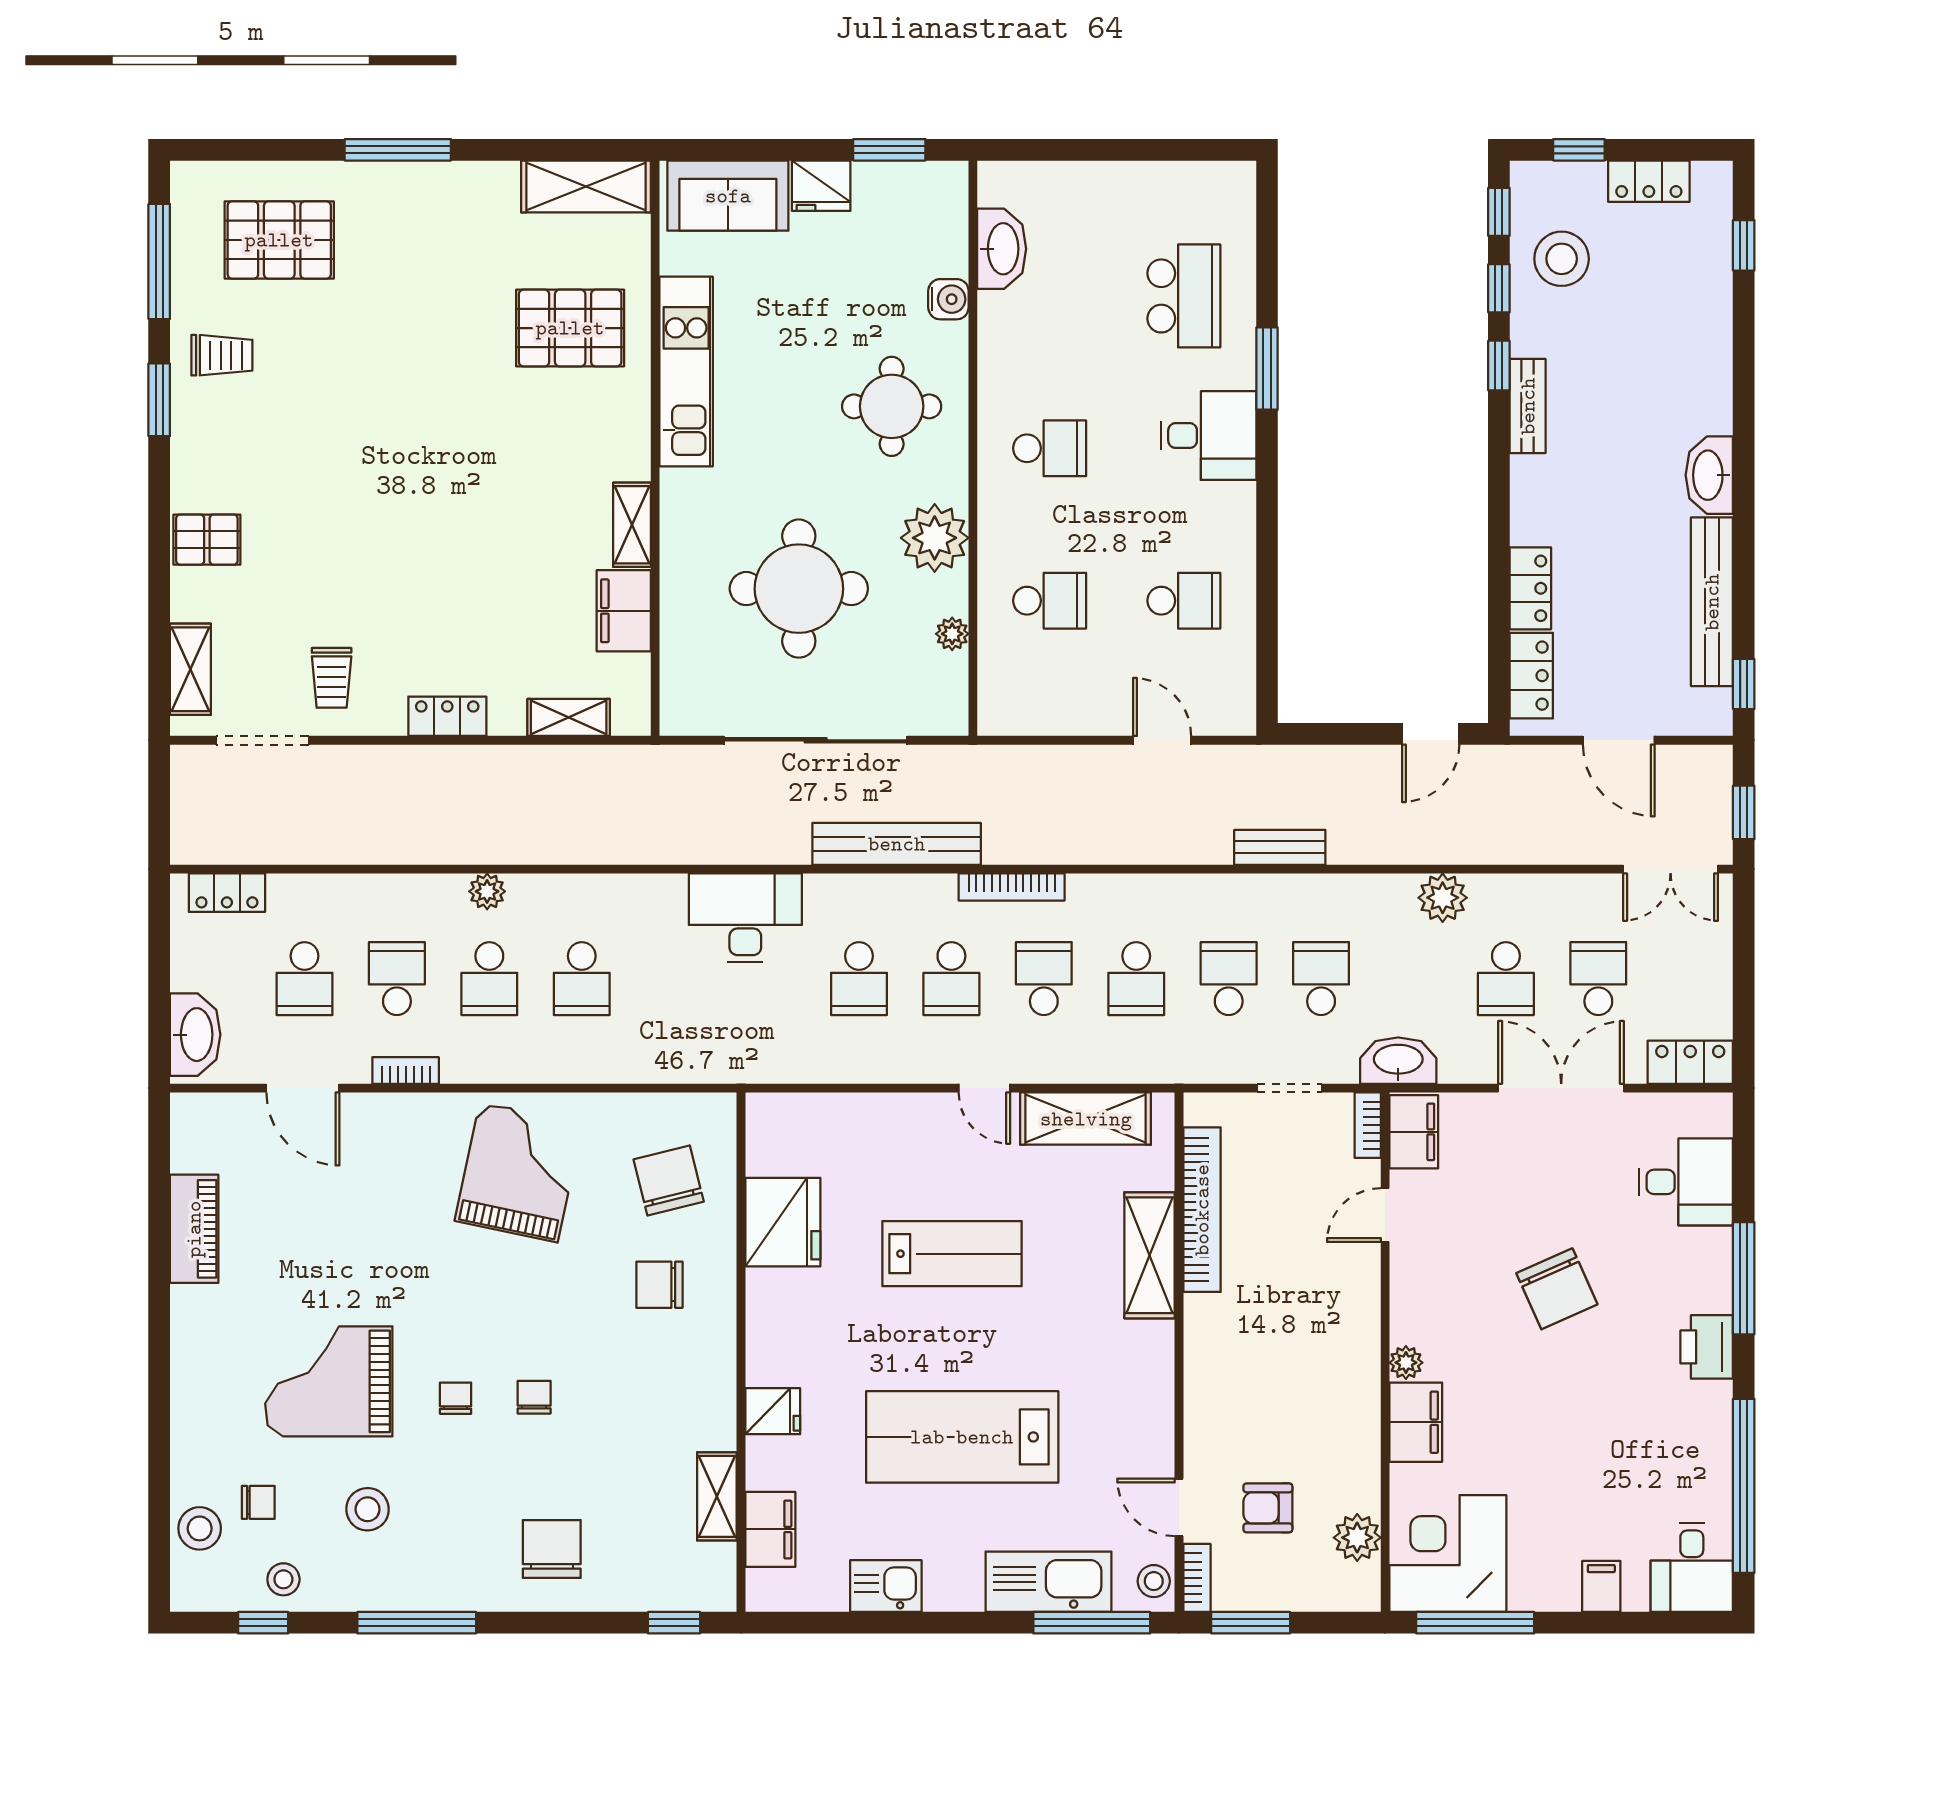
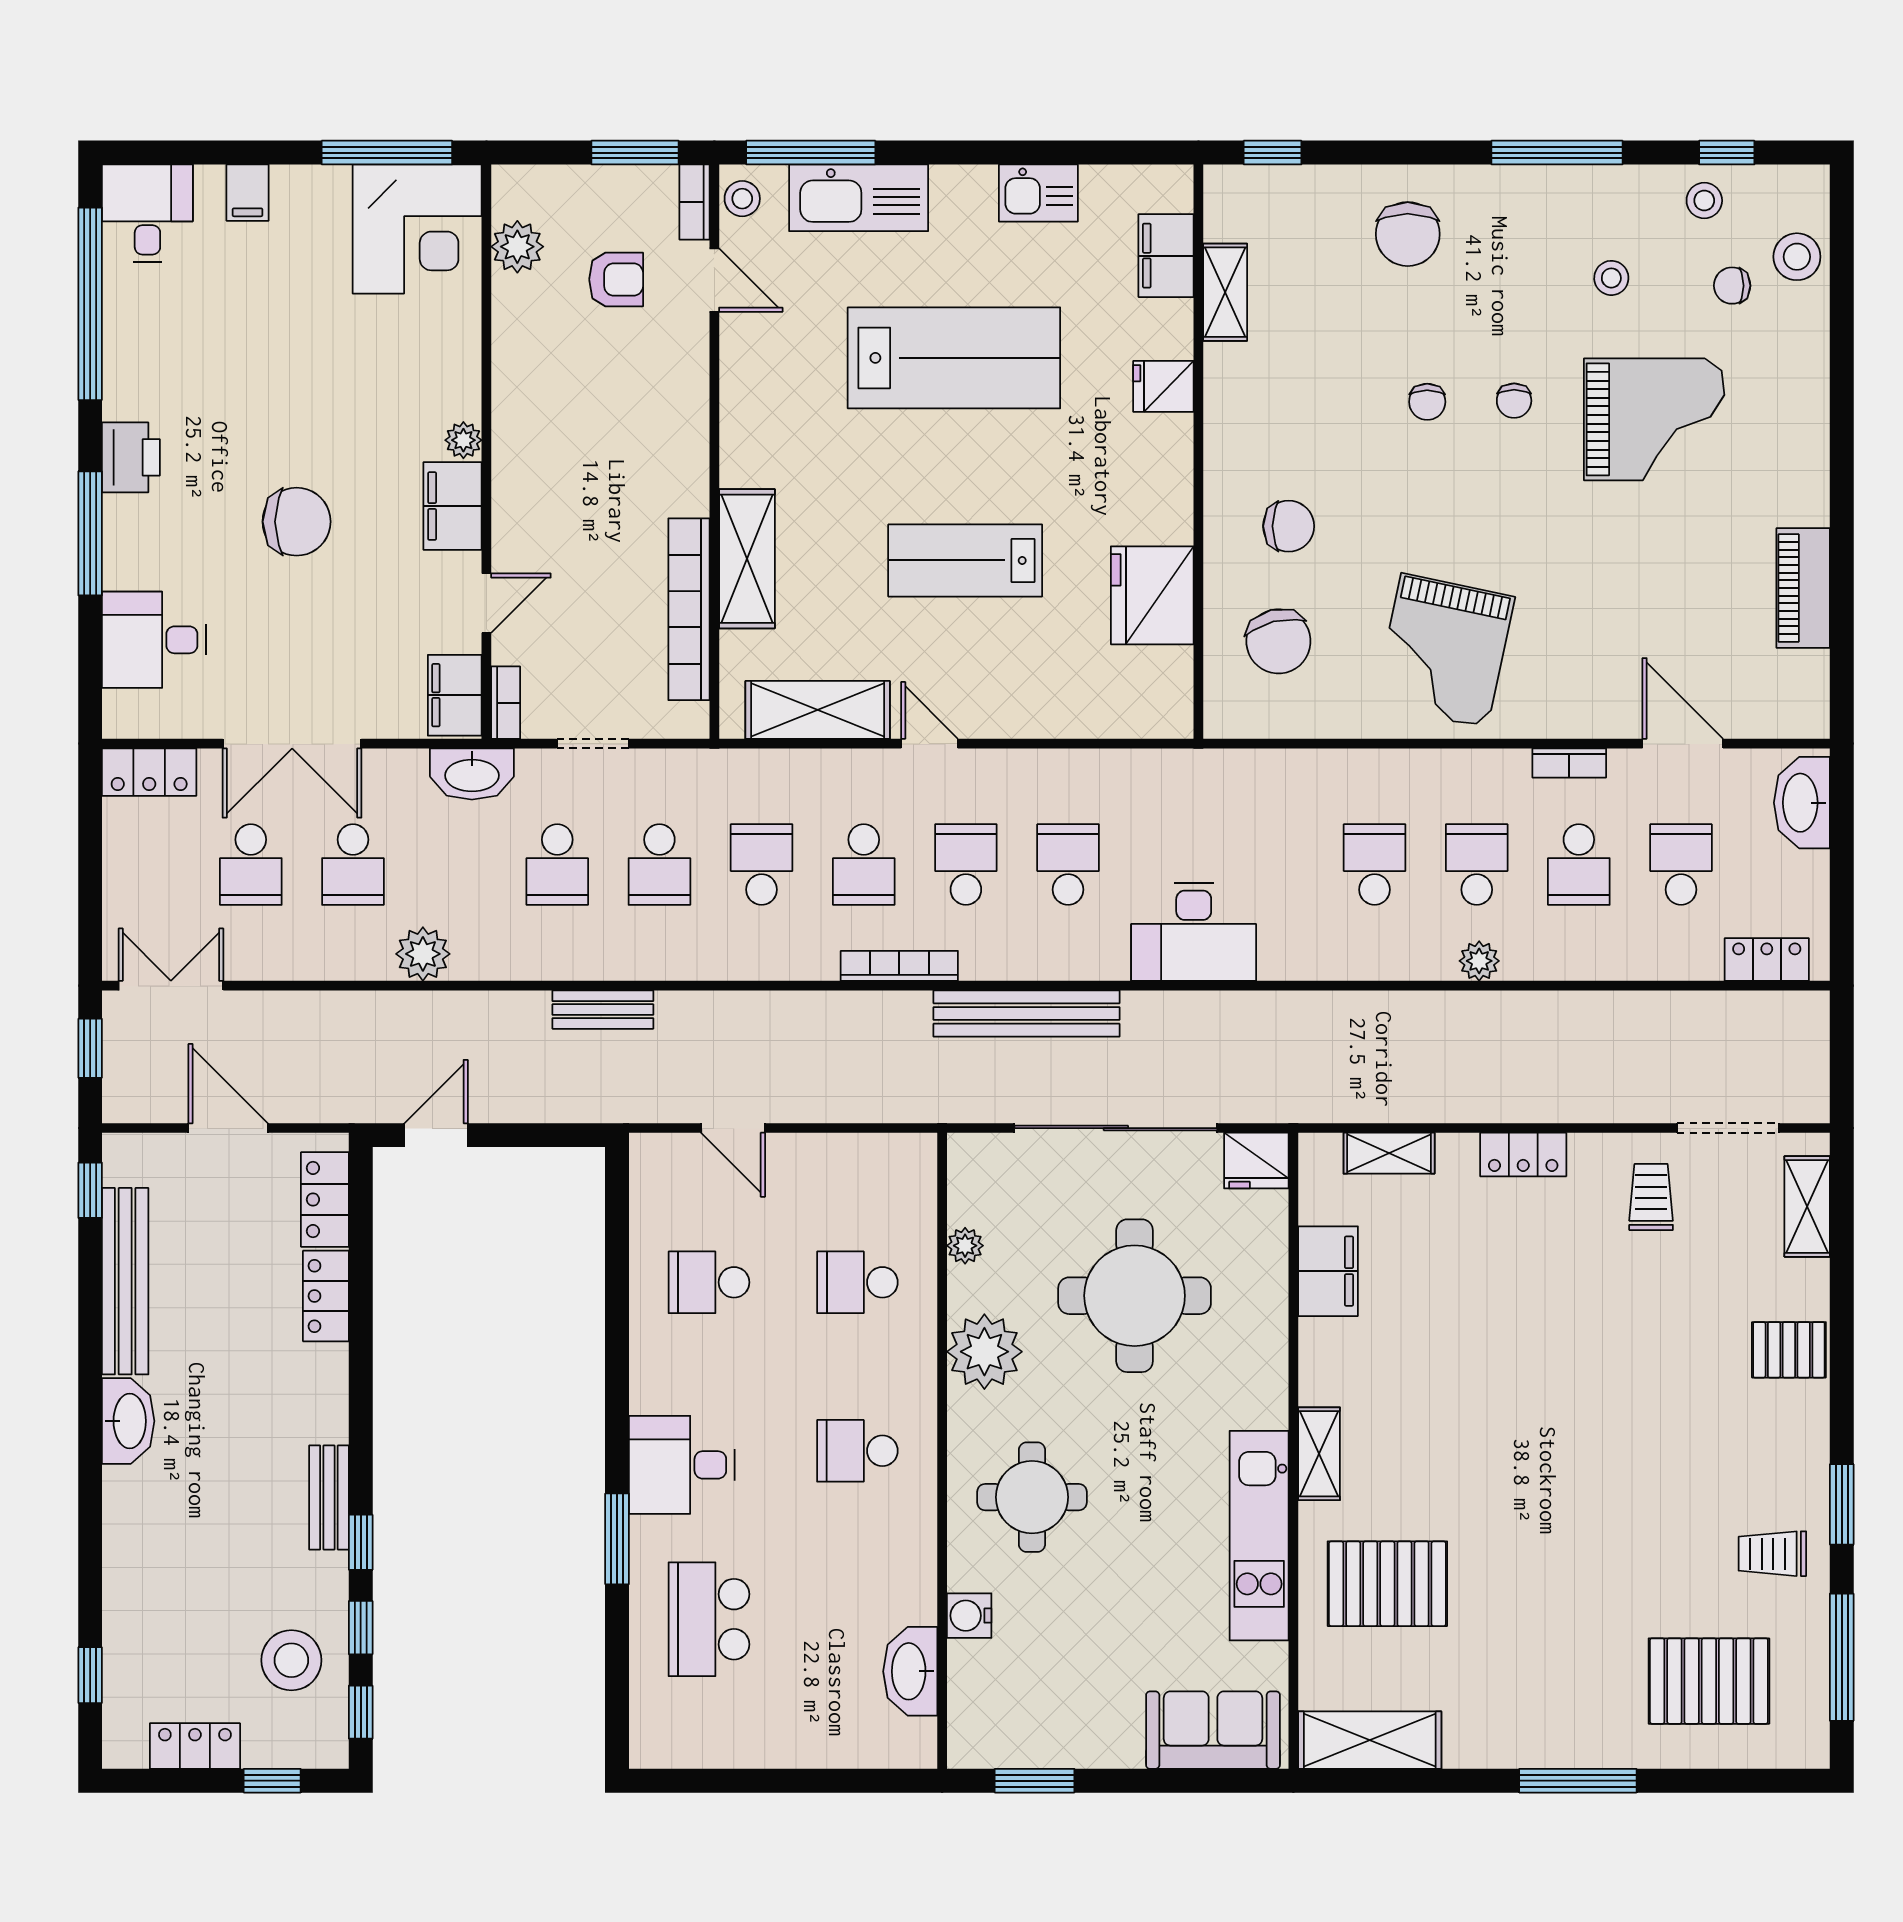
fridge: (821, 186) -> (1256, 1161), moved, turned 180
shelving: (632, 525) -> (1319, 1454), moved
school desk: (1506, 979) -> (353, 865), turned 180
chair: (1557, 1289) -> (297, 522), turned 114
filing cabinet: (1416, 1422) -> (453, 506), moved
stool: (368, 1509) -> (1611, 278), width x0.73, depth x0.73

